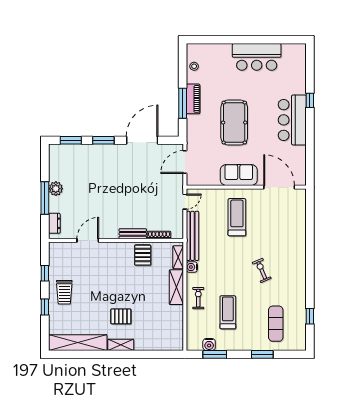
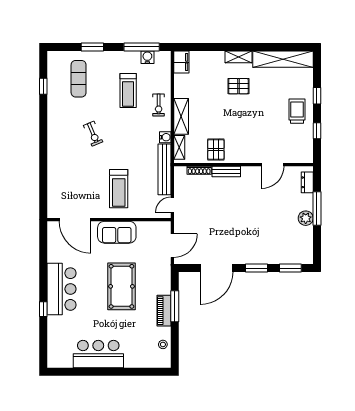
filing cabinet: (176, 340) -> (181, 62), added
window: (215, 354) -> (142, 47), width x1.44

